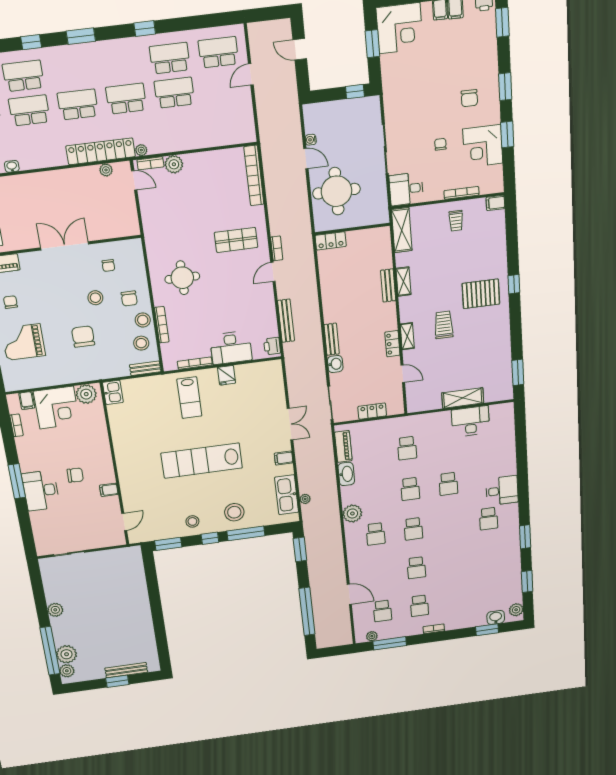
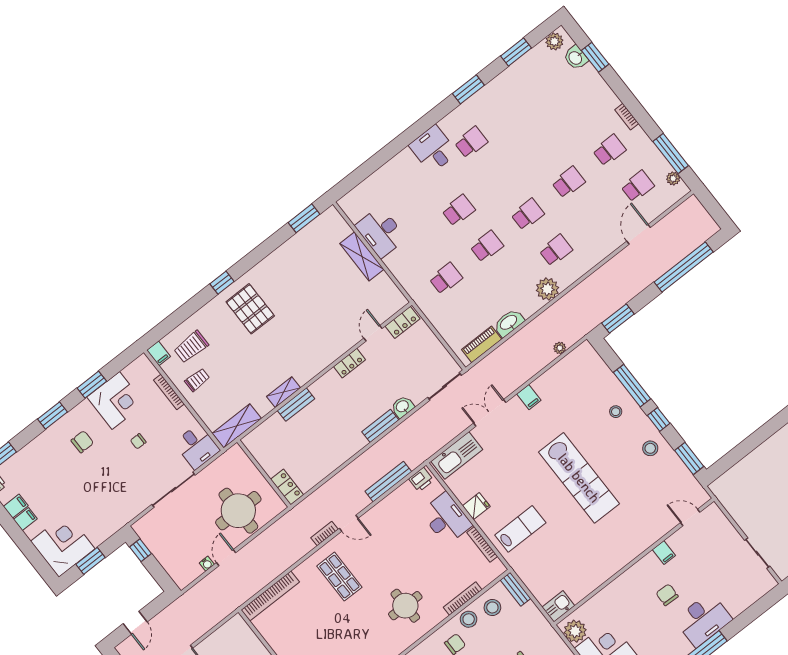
trolley: (444, 325) -> (191, 347), moved
shelving: (407, 336) -> (334, 353), removed
locker: (372, 411) -> (402, 322), moved, turned -90
kitchen sink: (287, 495) -> (457, 455), moved
stool: (234, 512) -> (616, 412), width x0.53, depth x0.53

